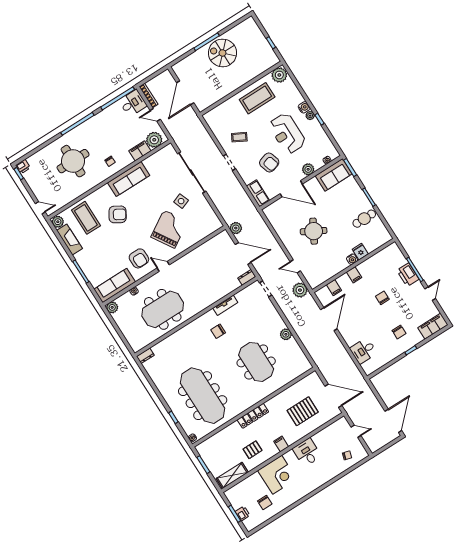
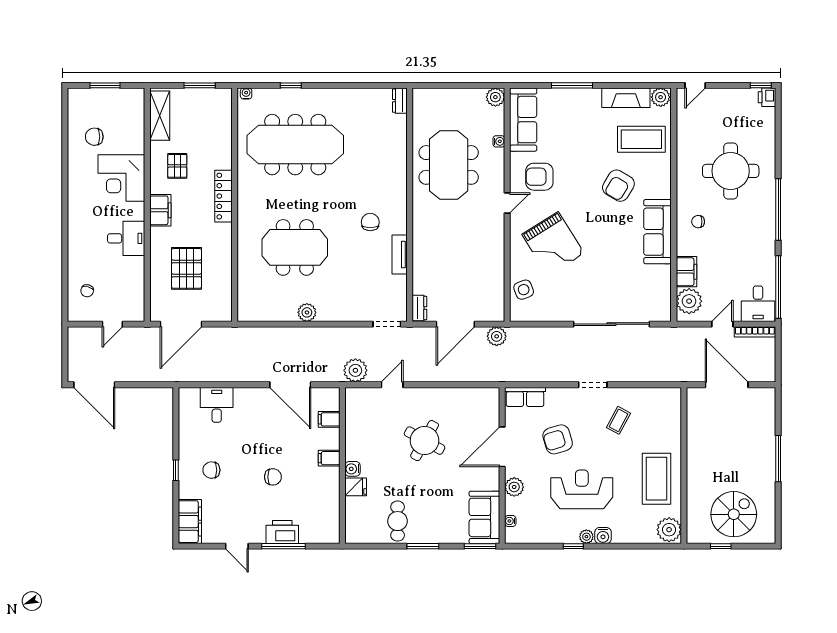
spiral stairs: (223, 53) -> (734, 514), moved
side table: (181, 201) -> (524, 290), moved
filing cabinet: (281, 444) -> (160, 210), width x2.00
printer: (242, 513) -> (98, 97), removed

